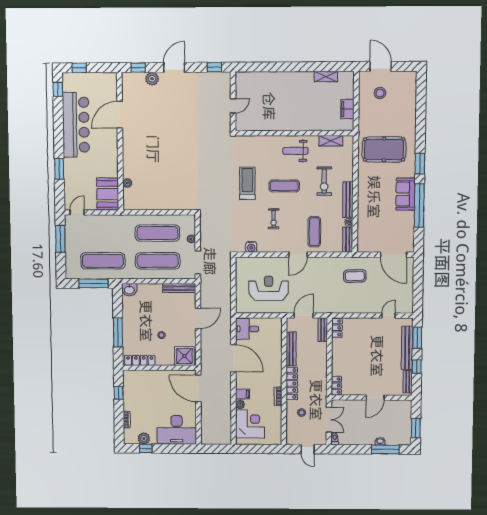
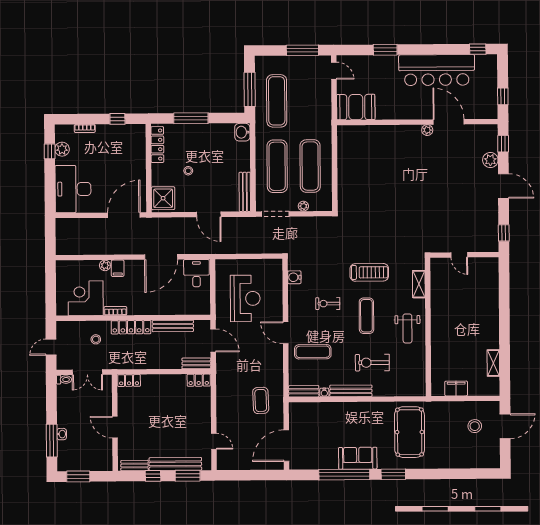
window: (79, 68) -> (503, 96), moved
shelving: (331, 141) -> (419, 284), moved
weight bench: (295, 151) -> (407, 328), turned 180
plant: (127, 183) -> (427, 130), moved
corner desk: (250, 424) -> (86, 298), moved, turned 180

